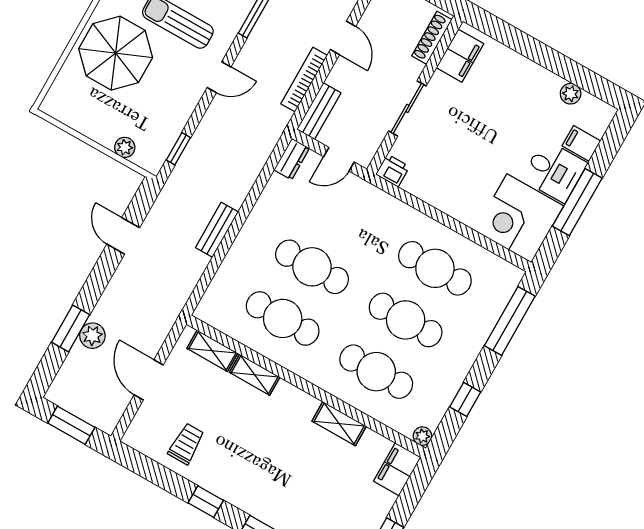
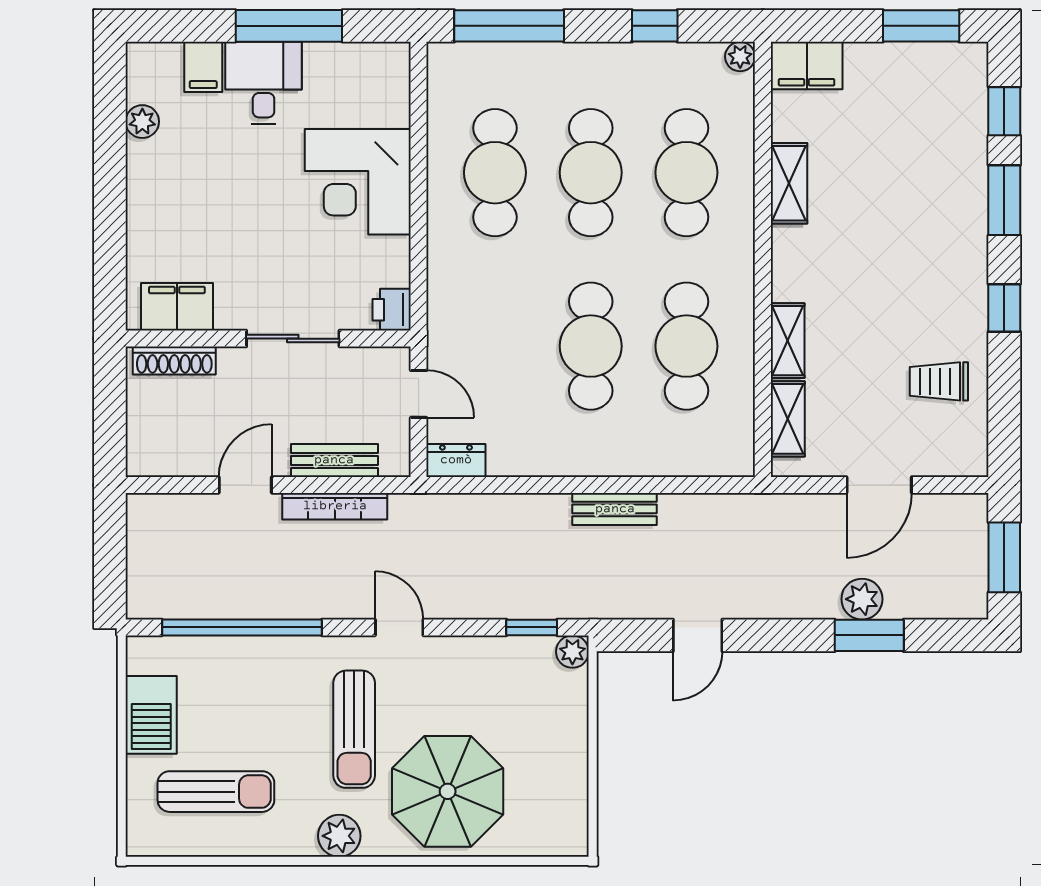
bench: (319, 111) -> (334, 460), moved
plant: (125, 147) -> (572, 652), moved
corner desk: (519, 218) -> (358, 182), moved, turned 90

